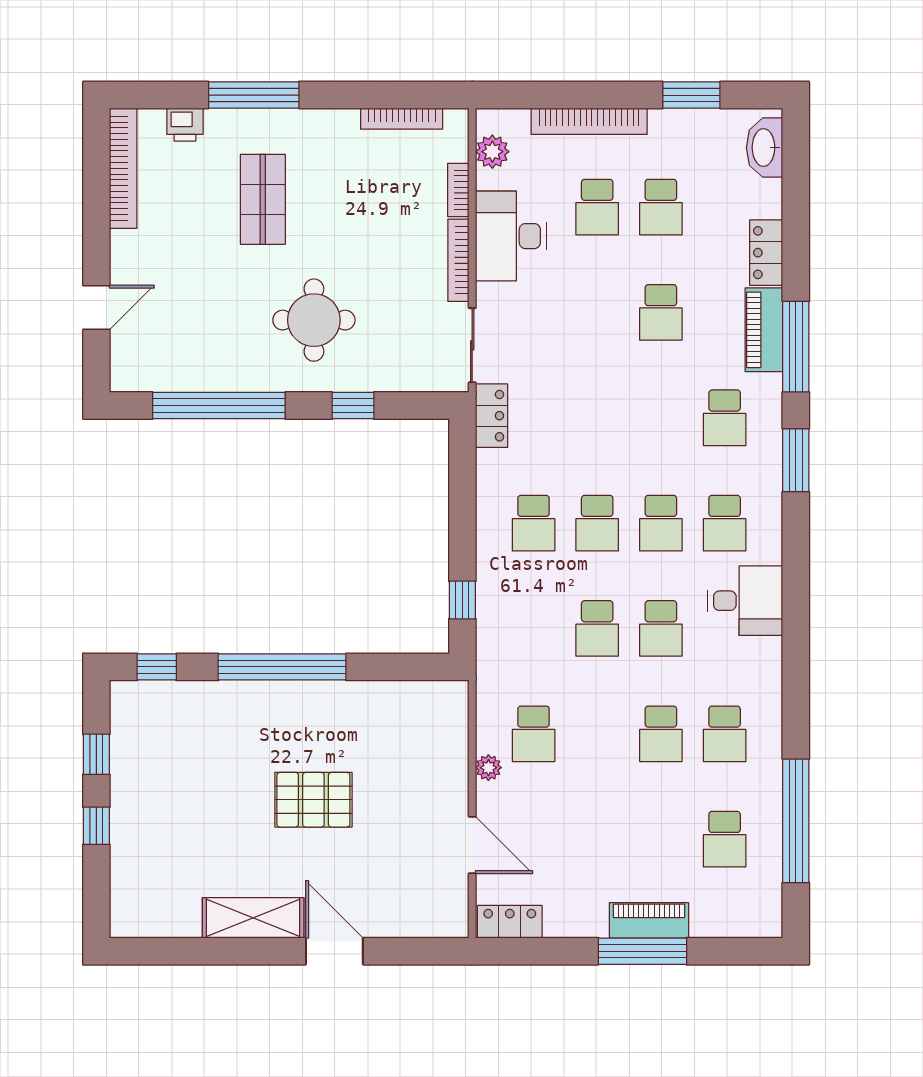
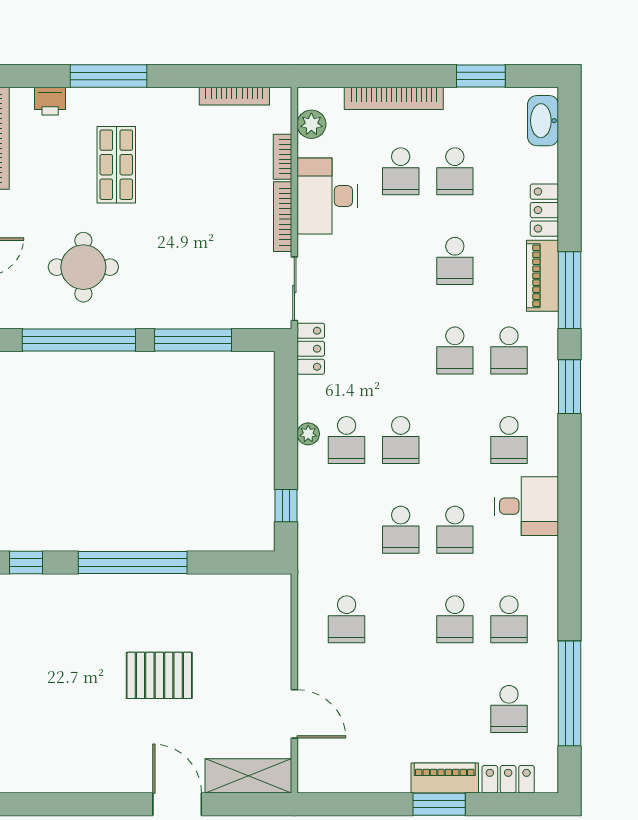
round table: (314, 320) -> (83, 267), moved
window: (353, 405) -> (193, 340), width x2.17
school desk: (661, 523) -> (455, 351), moved
plant: (488, 768) -> (308, 434), moved
shelving: (253, 918) -> (248, 776), moved
locker: (510, 922) -> (508, 779), moved
window: (642, 951) -> (439, 804), width x0.69

